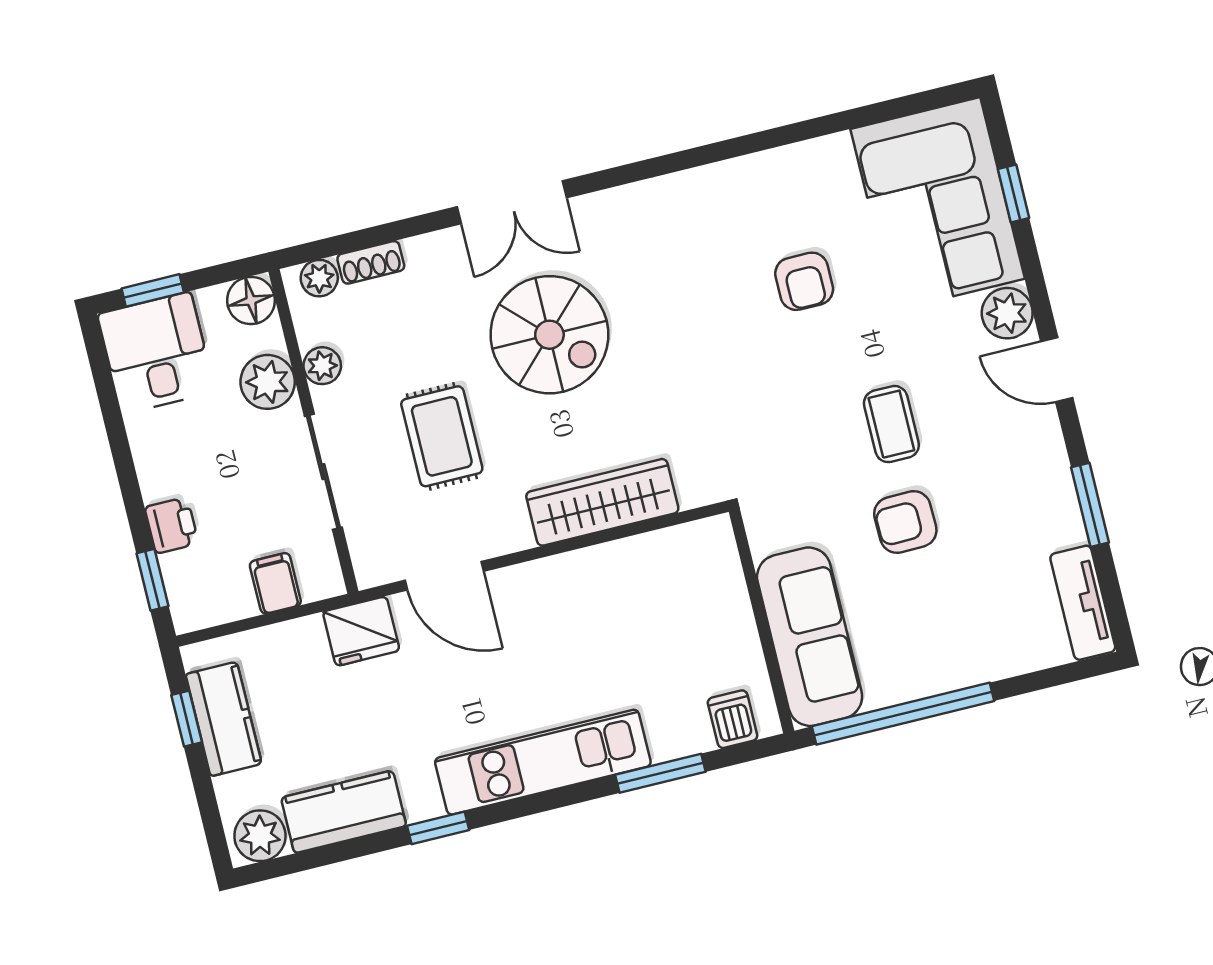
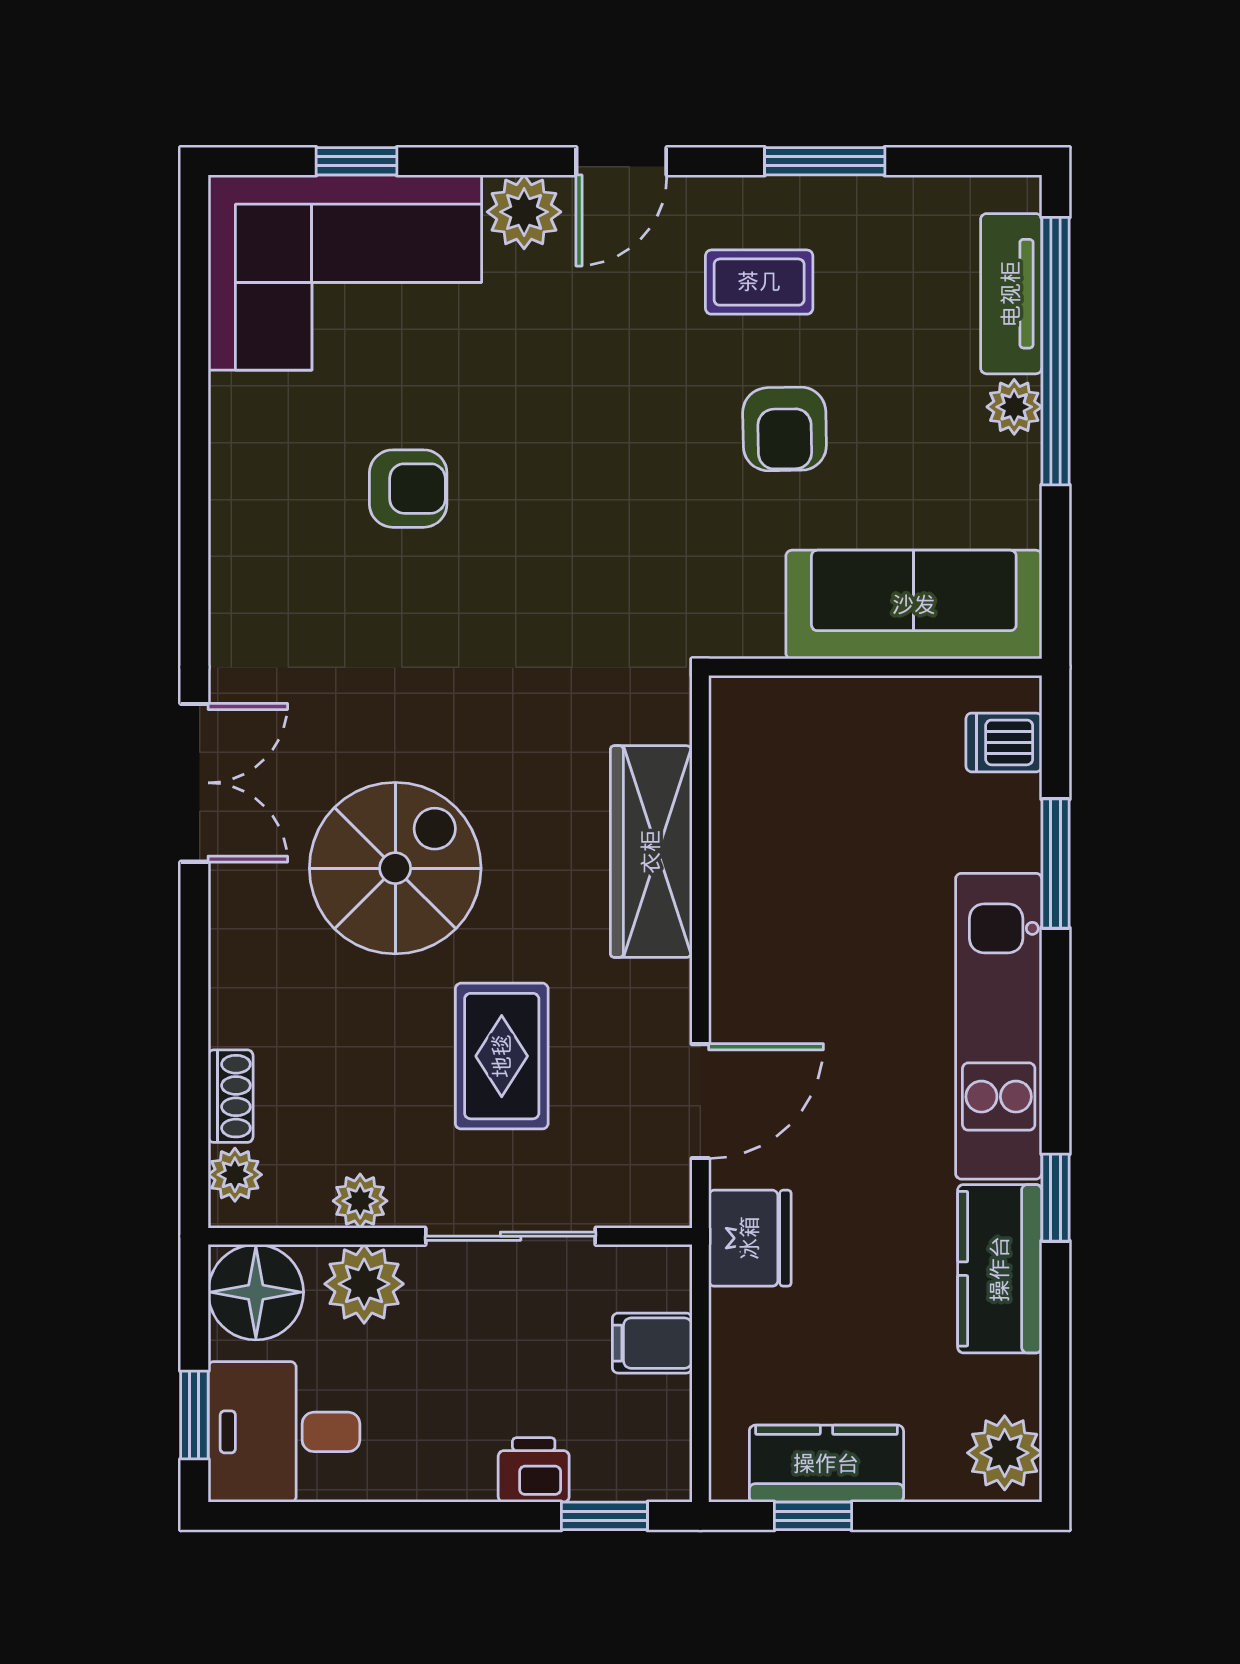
double door: (512, 202) -> (194, 783), moved
floor lamp: (251, 300) -> (256, 1292), width x1.38, depth x1.38
coffee table: (891, 424) -> (759, 282), moved
rug: (442, 436) -> (502, 1056), turned 90
tv unit: (1083, 603) -> (1011, 294), moved, turned 90
plant: (958, 671) -> (1014, 407), added
window: (903, 714) -> (1055, 351), moved
kitchen counter: (344, 812) -> (1000, 1269), moved

